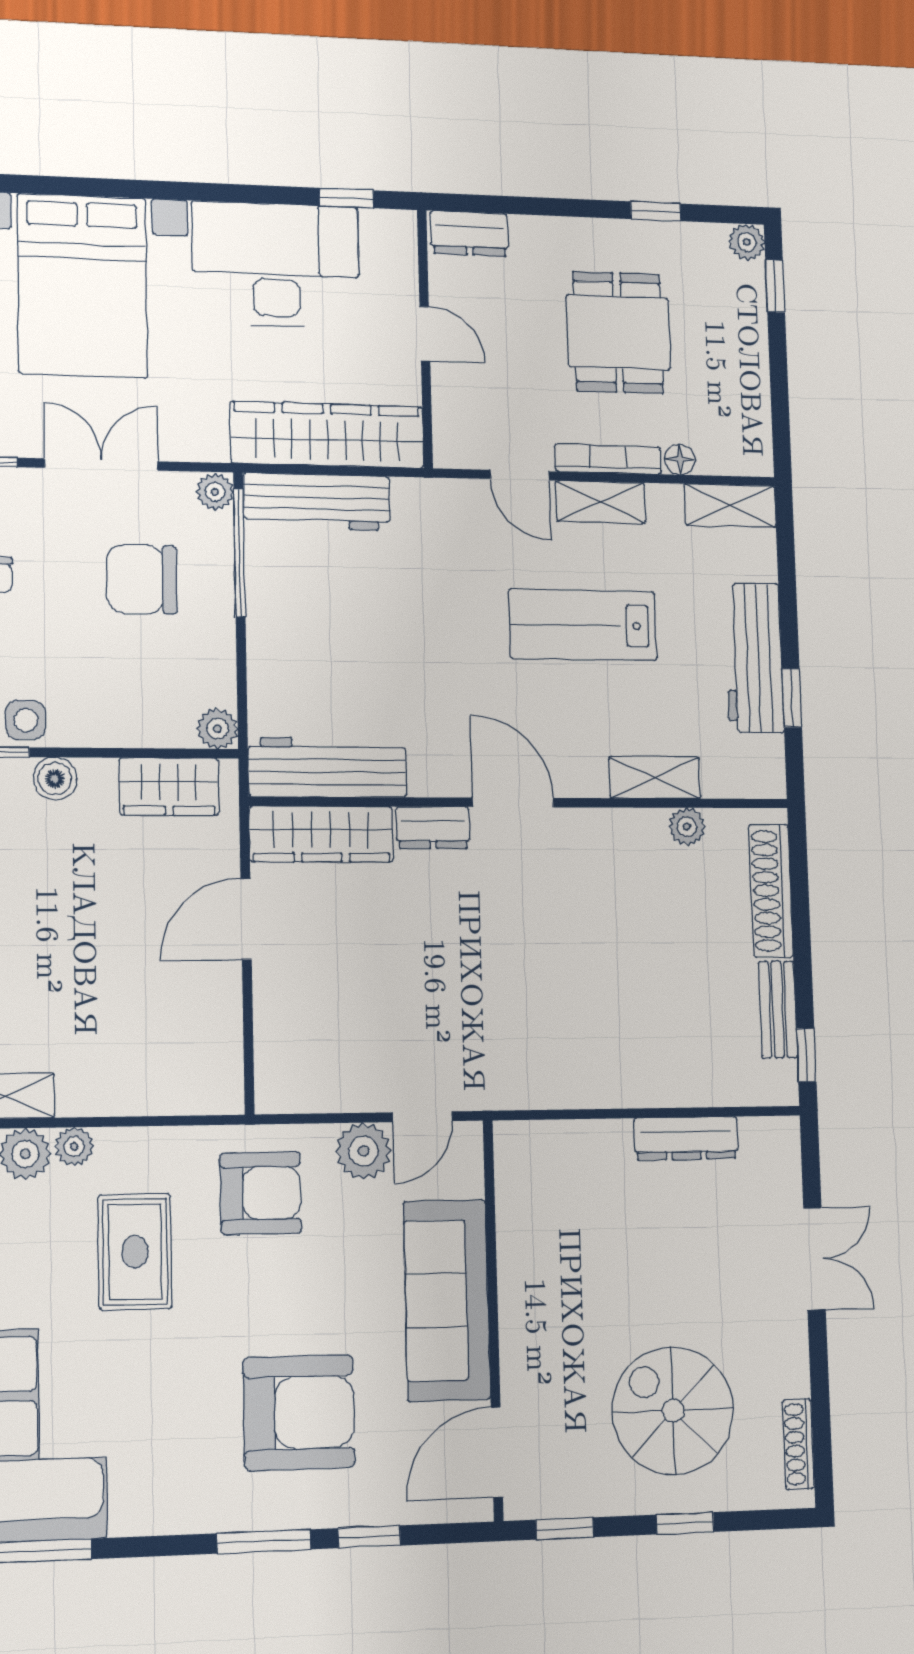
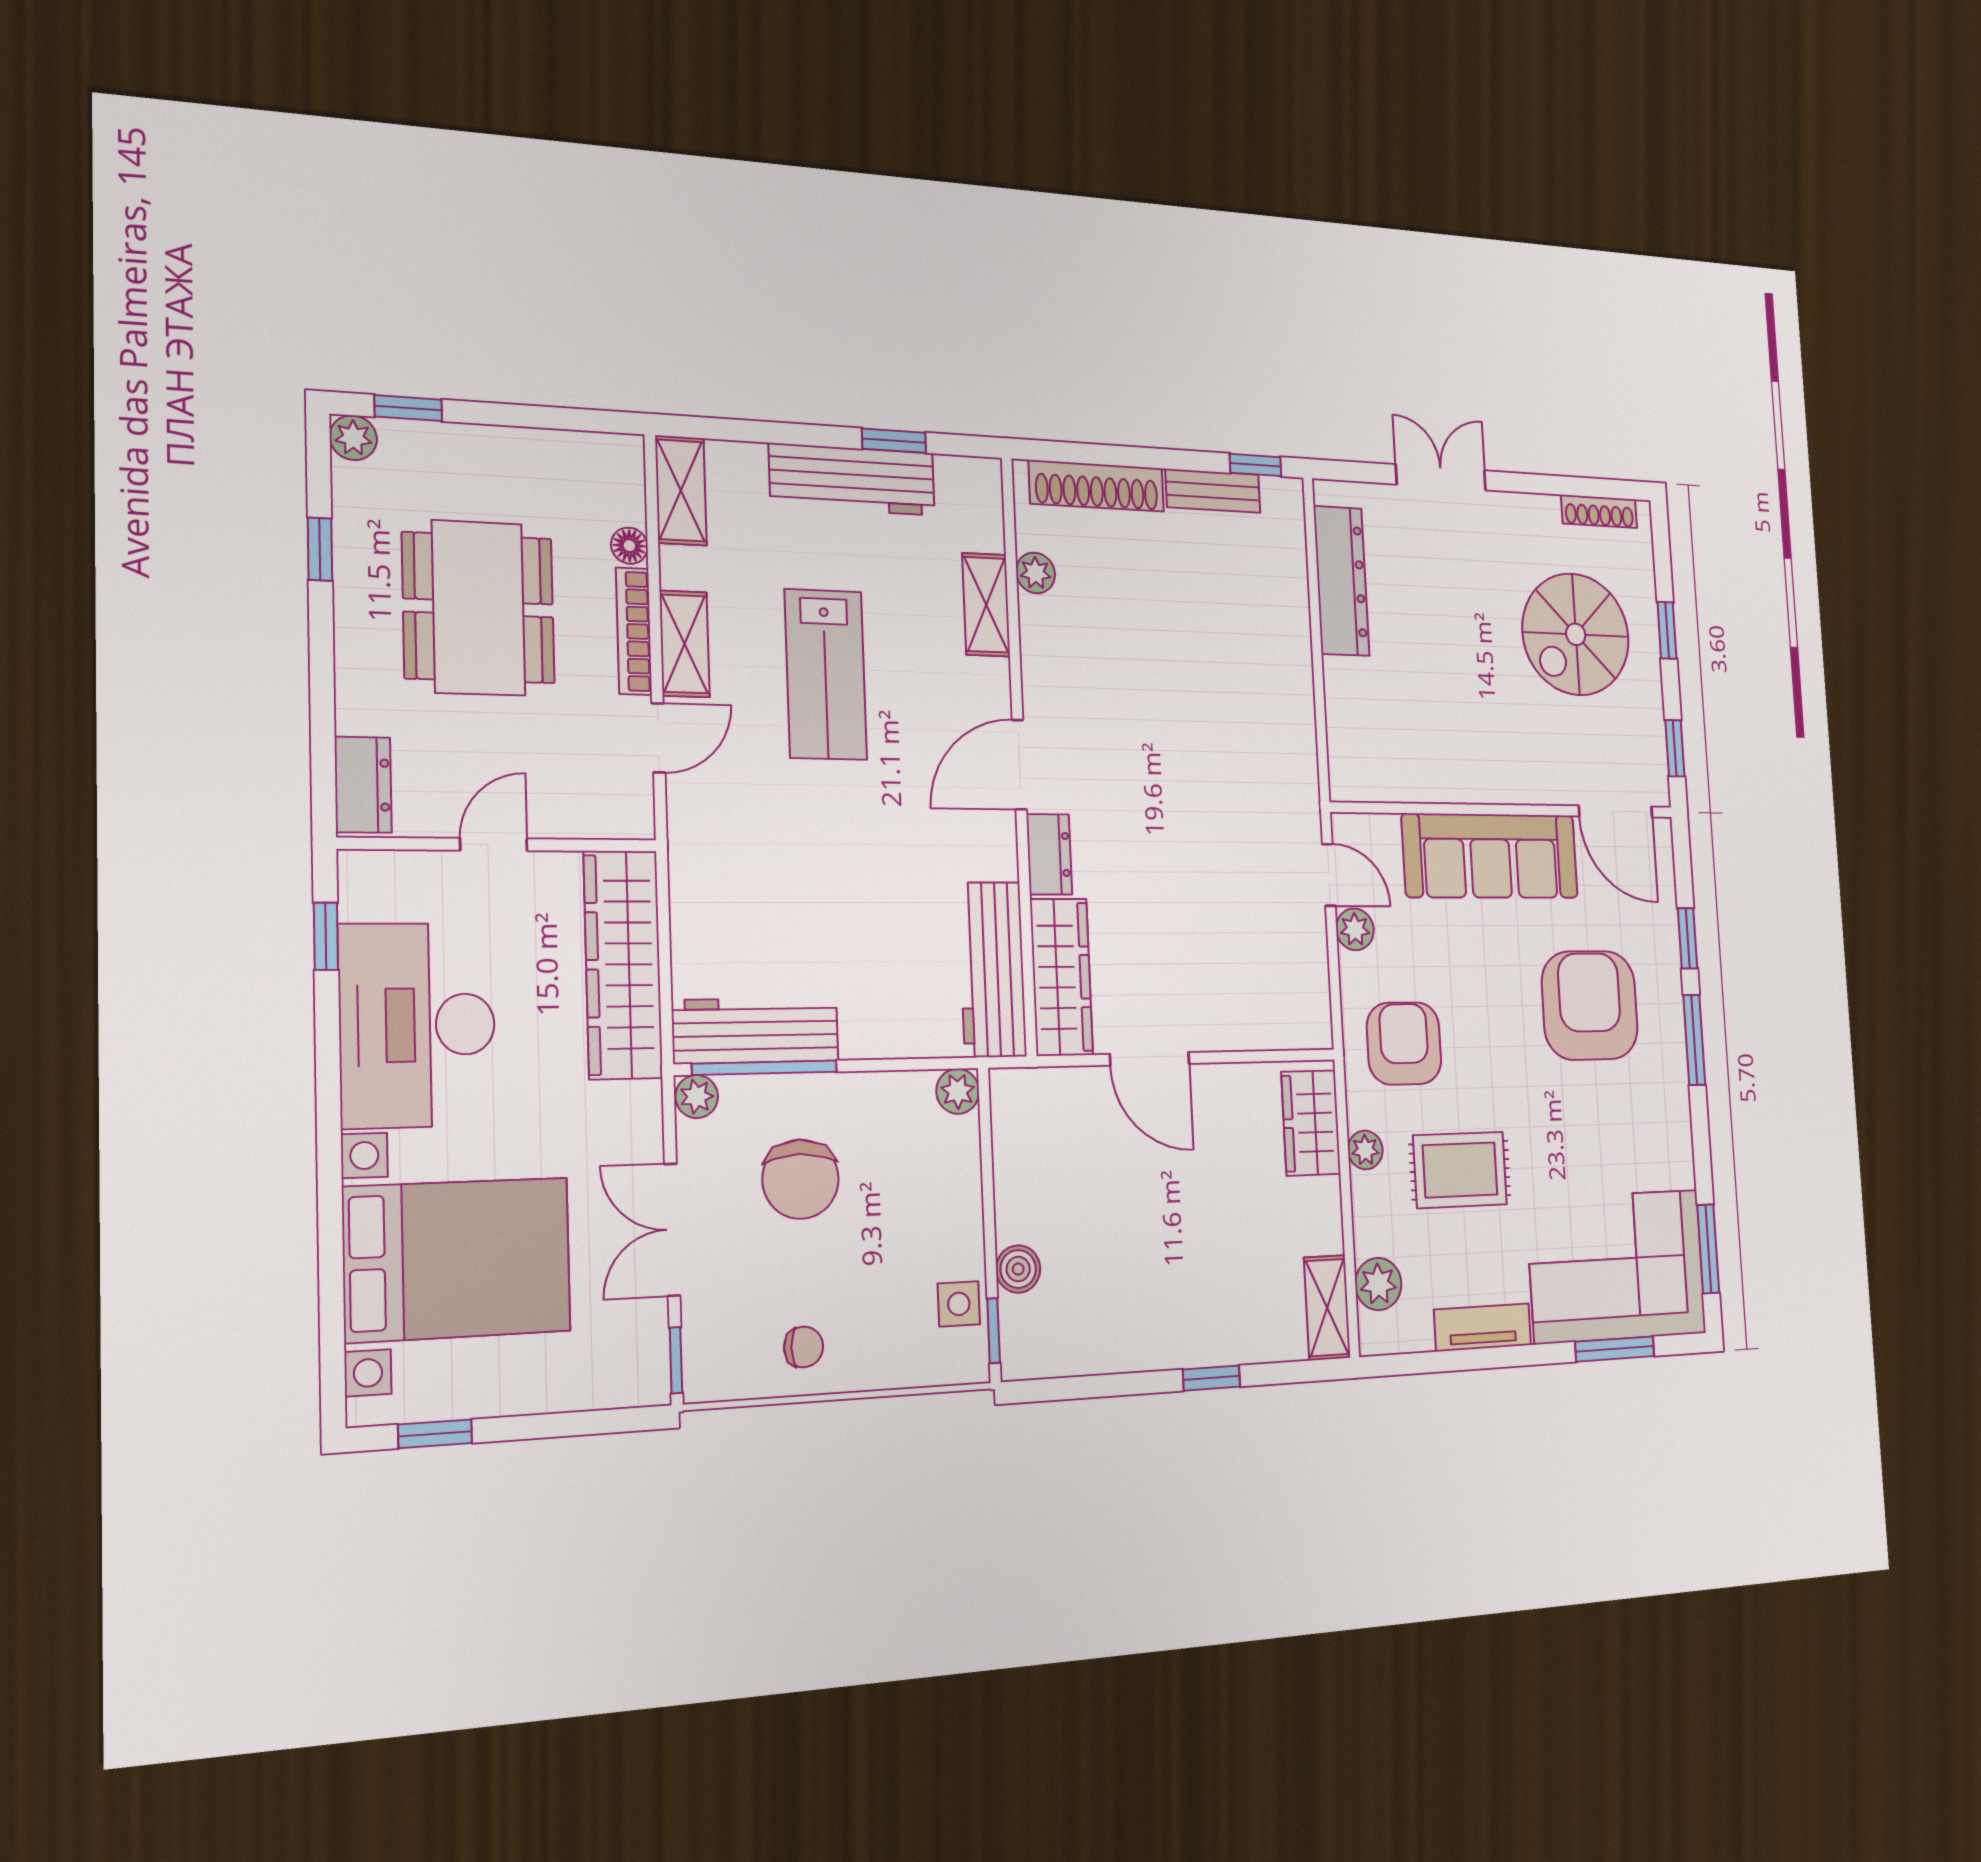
dining table: (618, 332) -> (479, 608), width x1.38
workbench: (317, 502) -> (756, 1031), moved, turned -90
wardrobe: (169, 787) -> (1311, 1123), moved, turned 180
dresser: (686, 1138) -> (1341, 581), width x1.37, depth x1.24
plant: (74, 1147) -> (1365, 1150), moved
plant: (363, 1151) -> (1355, 929), width x0.73, depth x0.73

